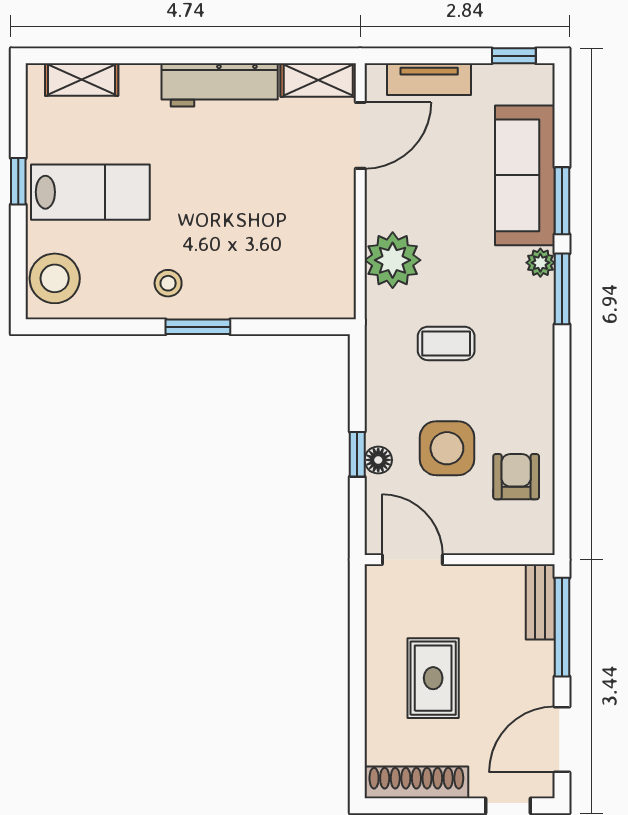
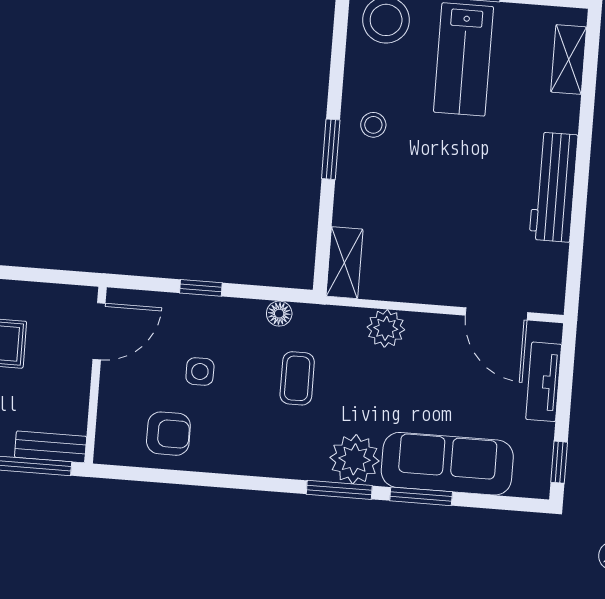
shelving: (318, 80) -> (344, 263), moved
plant: (393, 260) -> (386, 328), width x0.73, depth x0.73
plant: (540, 263) -> (354, 459), width x1.88, depth x1.88
side table: (447, 448) -> (200, 372), width x0.54, depth x0.54
floor lamp: (378, 460) -> (279, 314), moved

